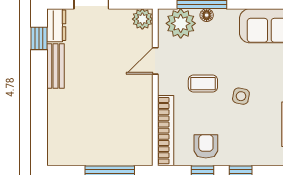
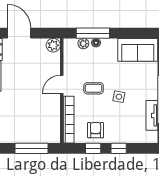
plant: (181, 23) -> (83, 44), width x0.53, depth x0.53
door: (155, 61) -> (62, 84), moved

